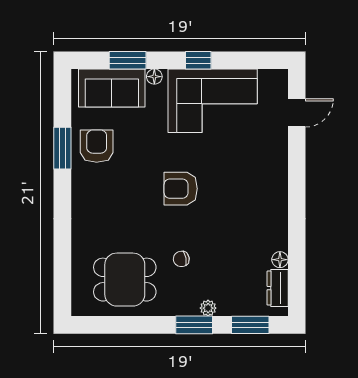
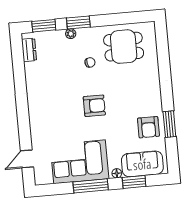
window: (198, 60) -> (91, 186), width x2.17
floor lamp: (280, 260) -> (29, 68), removed

